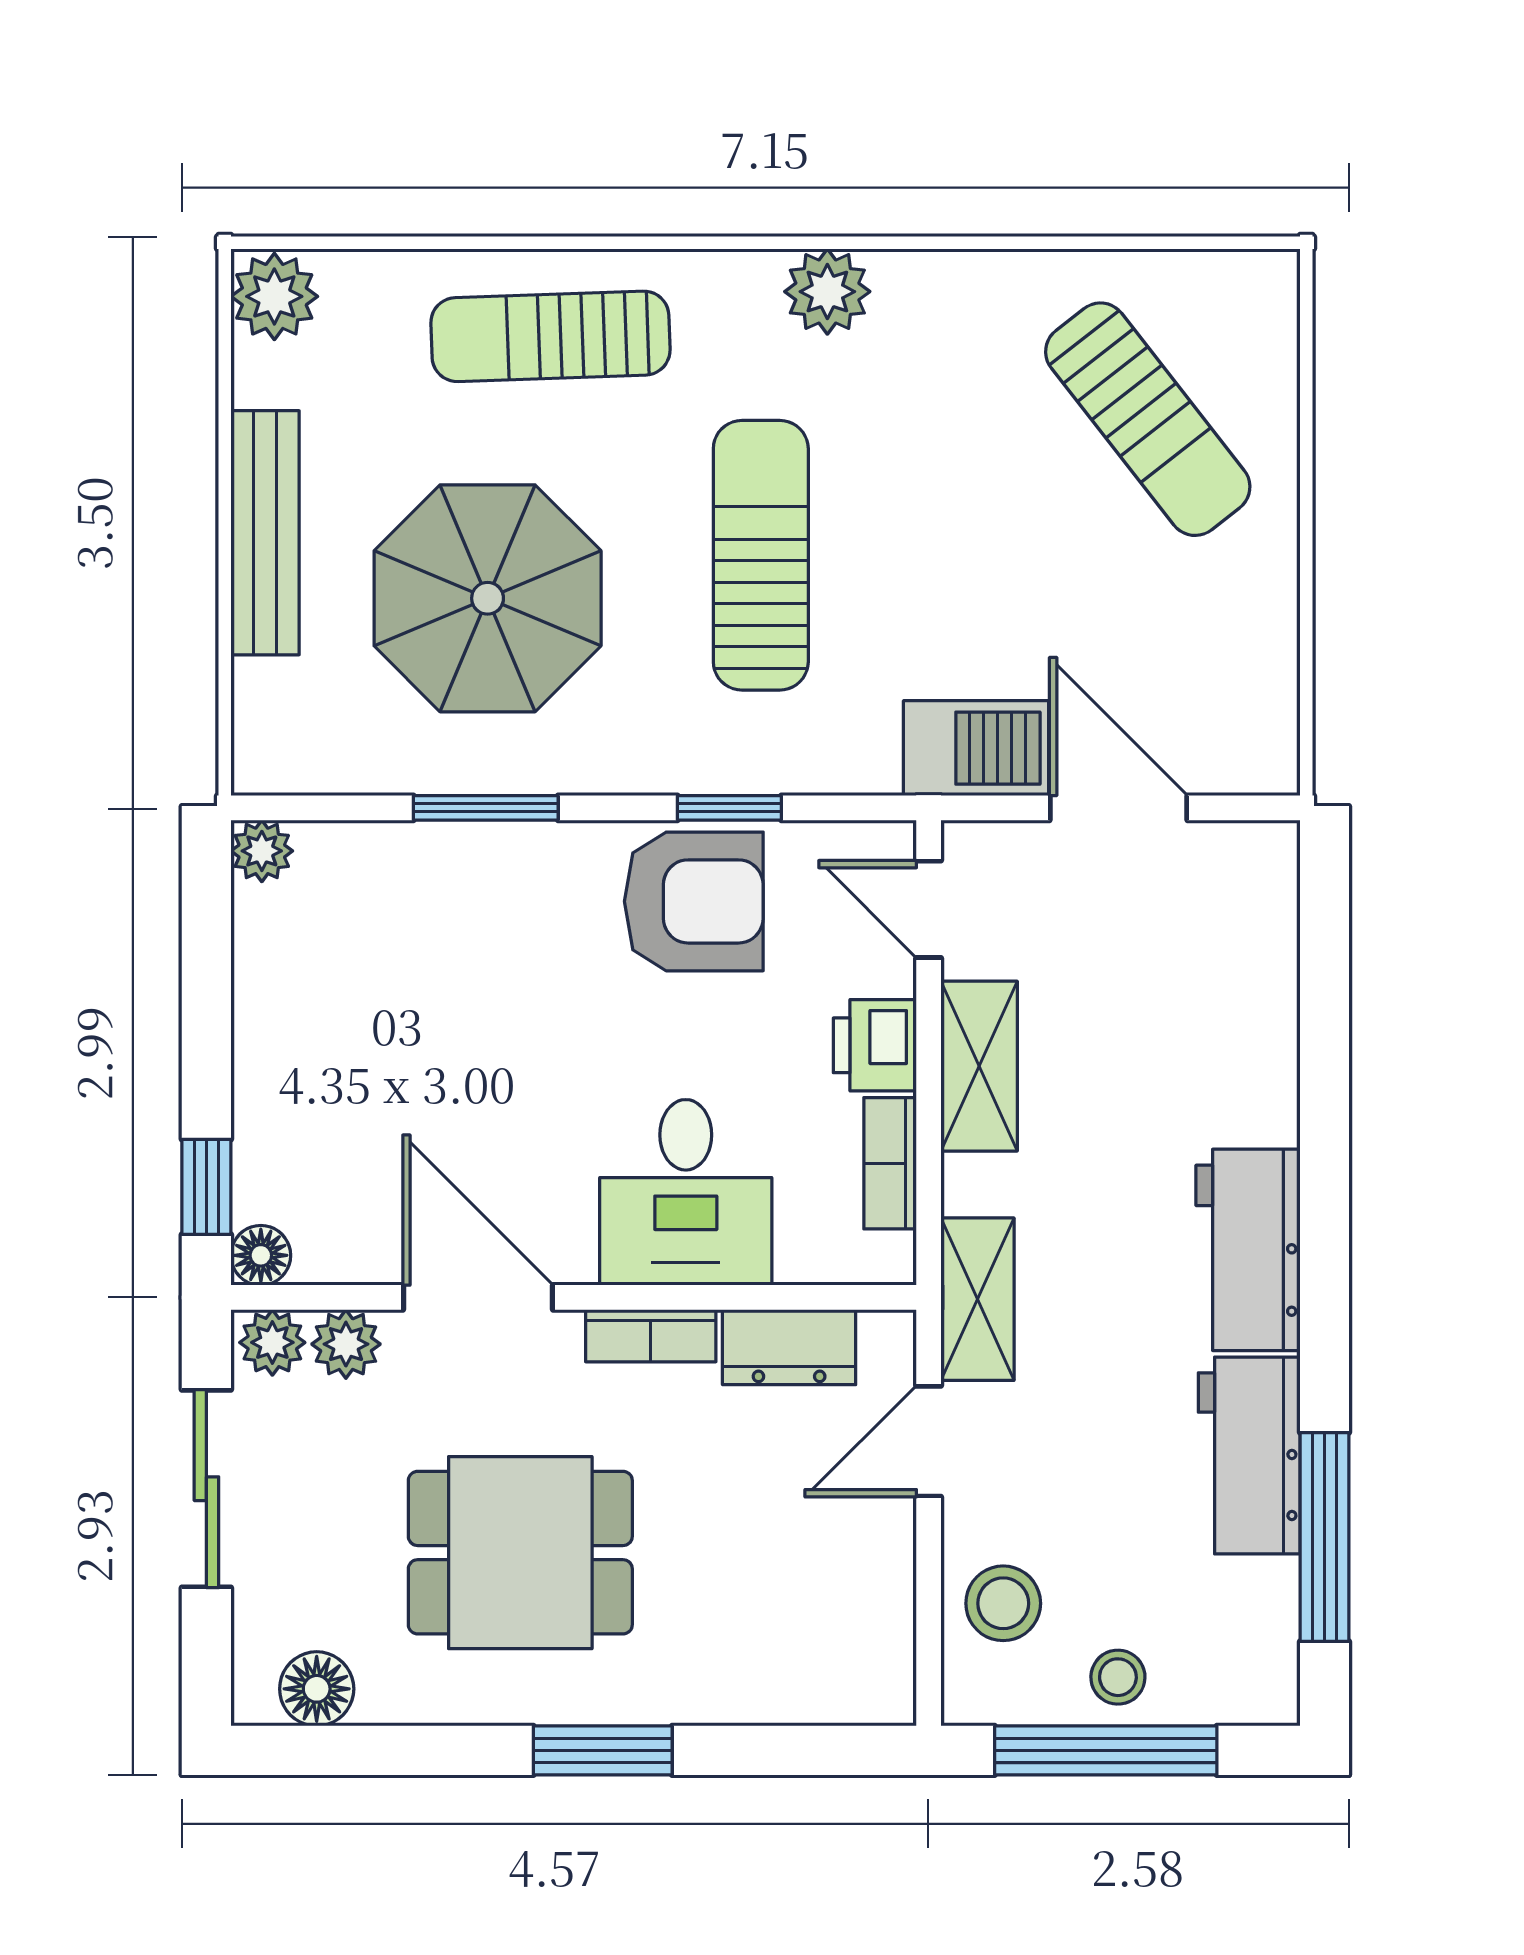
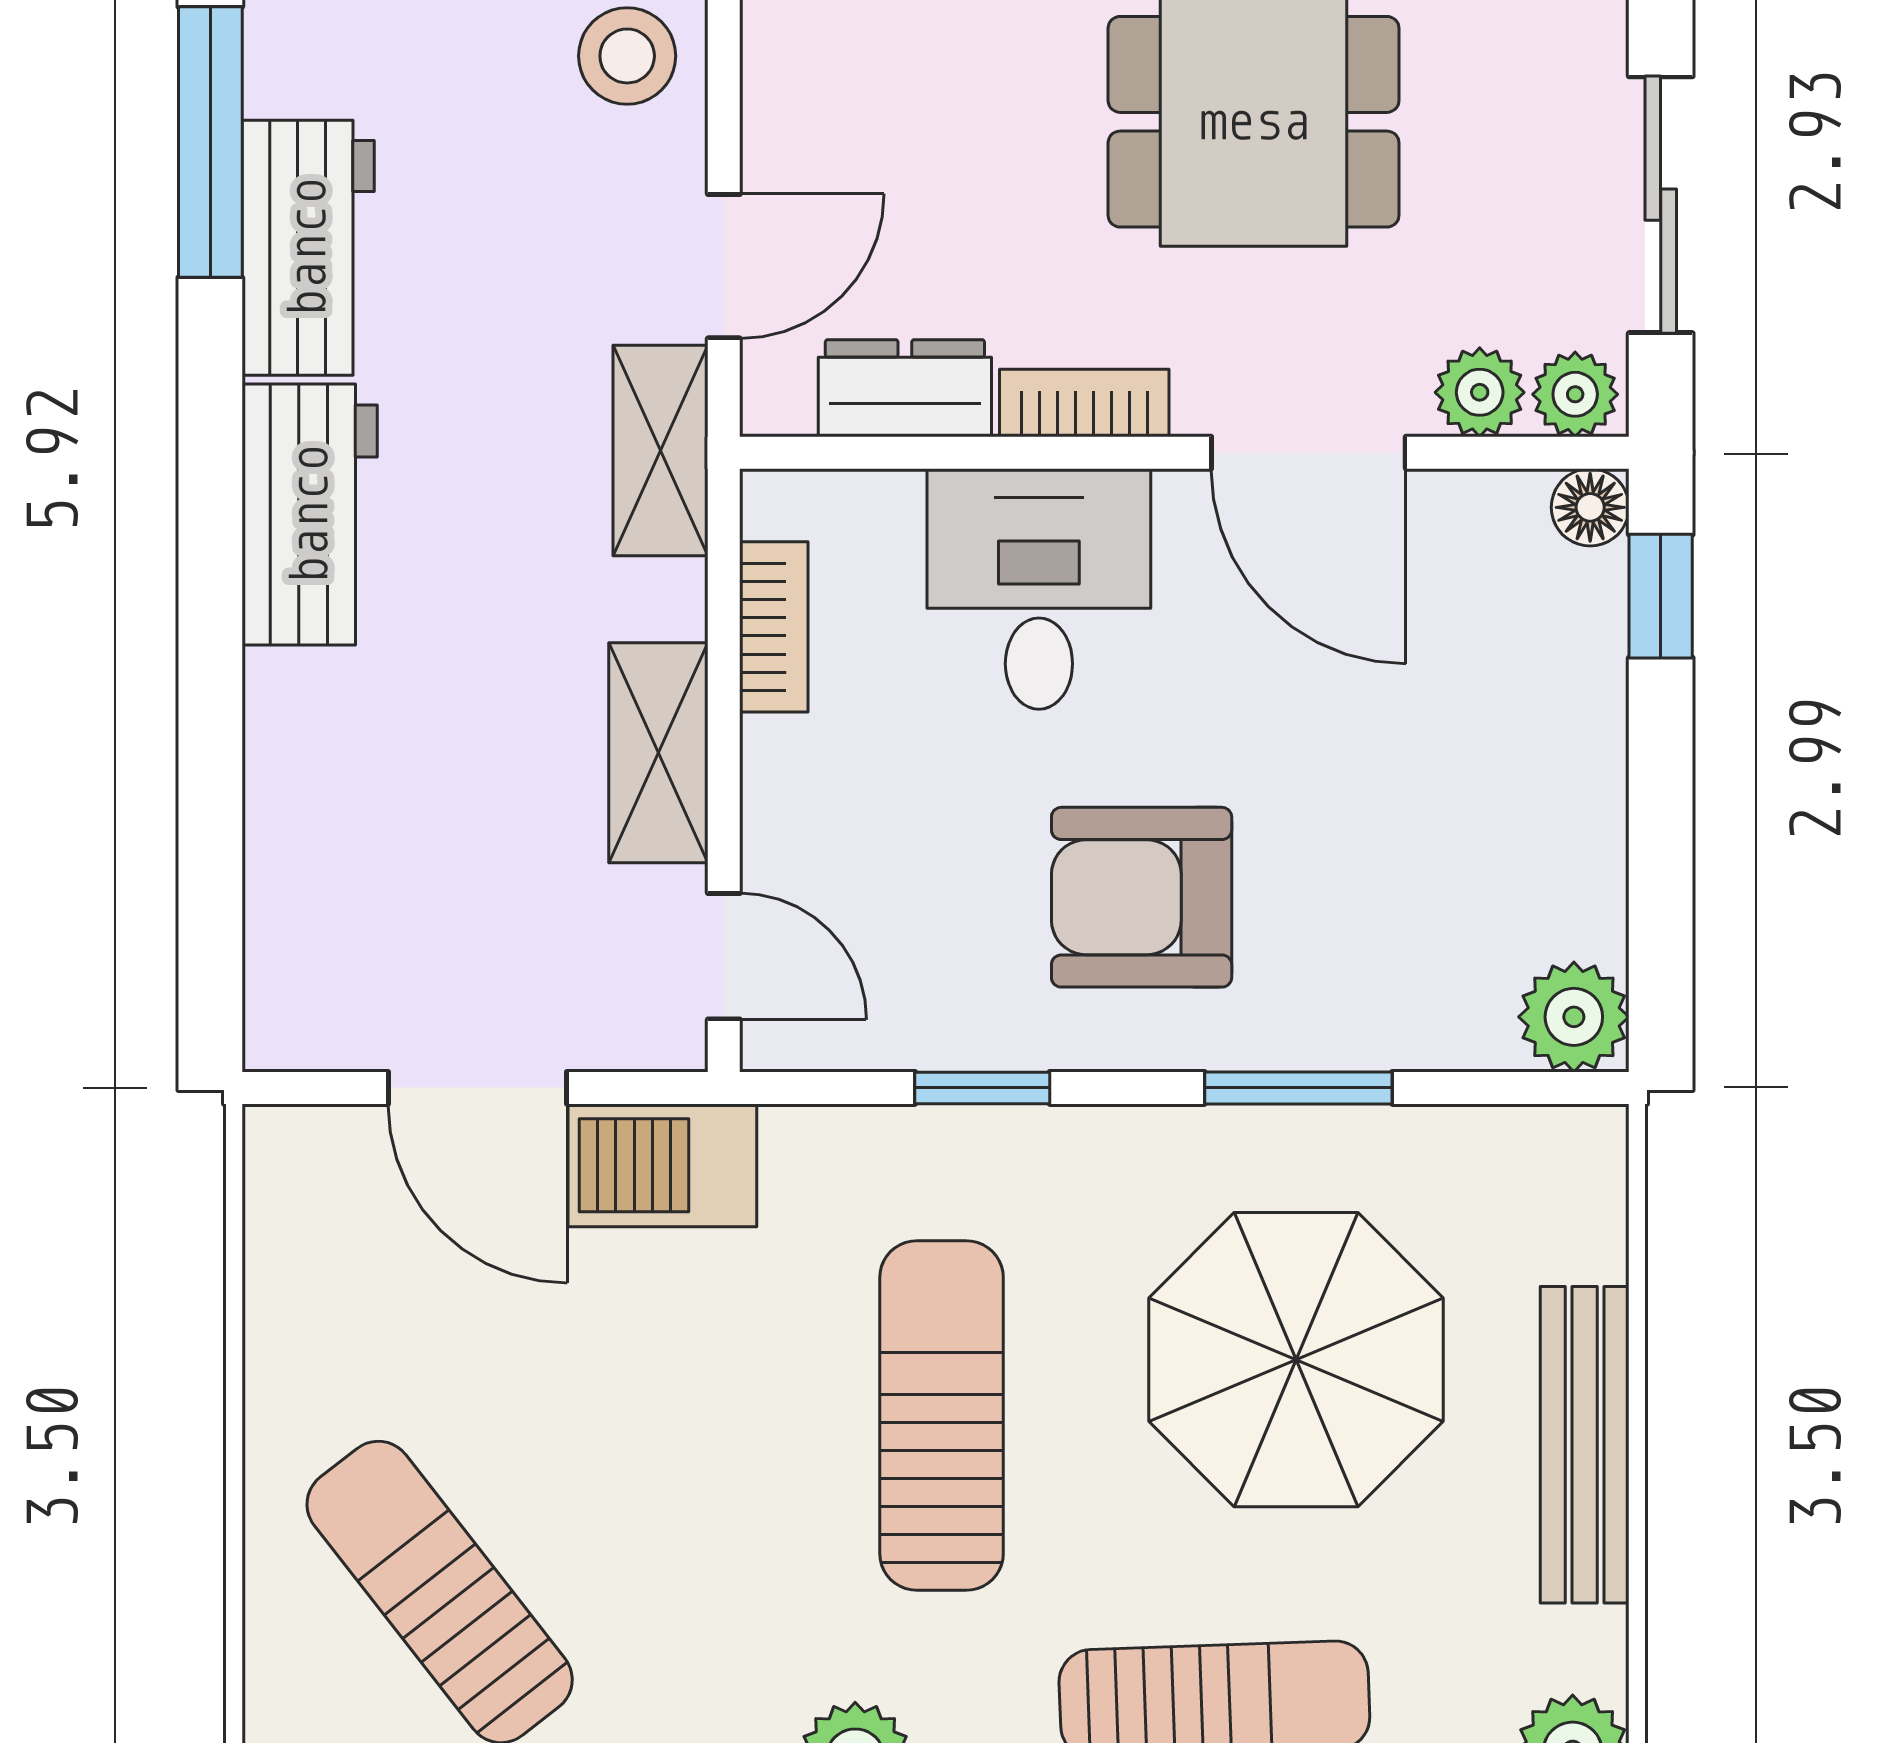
sun lounger: (761, 555) -> (942, 1415), turned 180
plant: (262, 851) -> (1574, 1017), width x1.38, depth x1.38
armchair: (694, 901) -> (1142, 897), moved
printer: (875, 1045) -> (794, 780), removed

